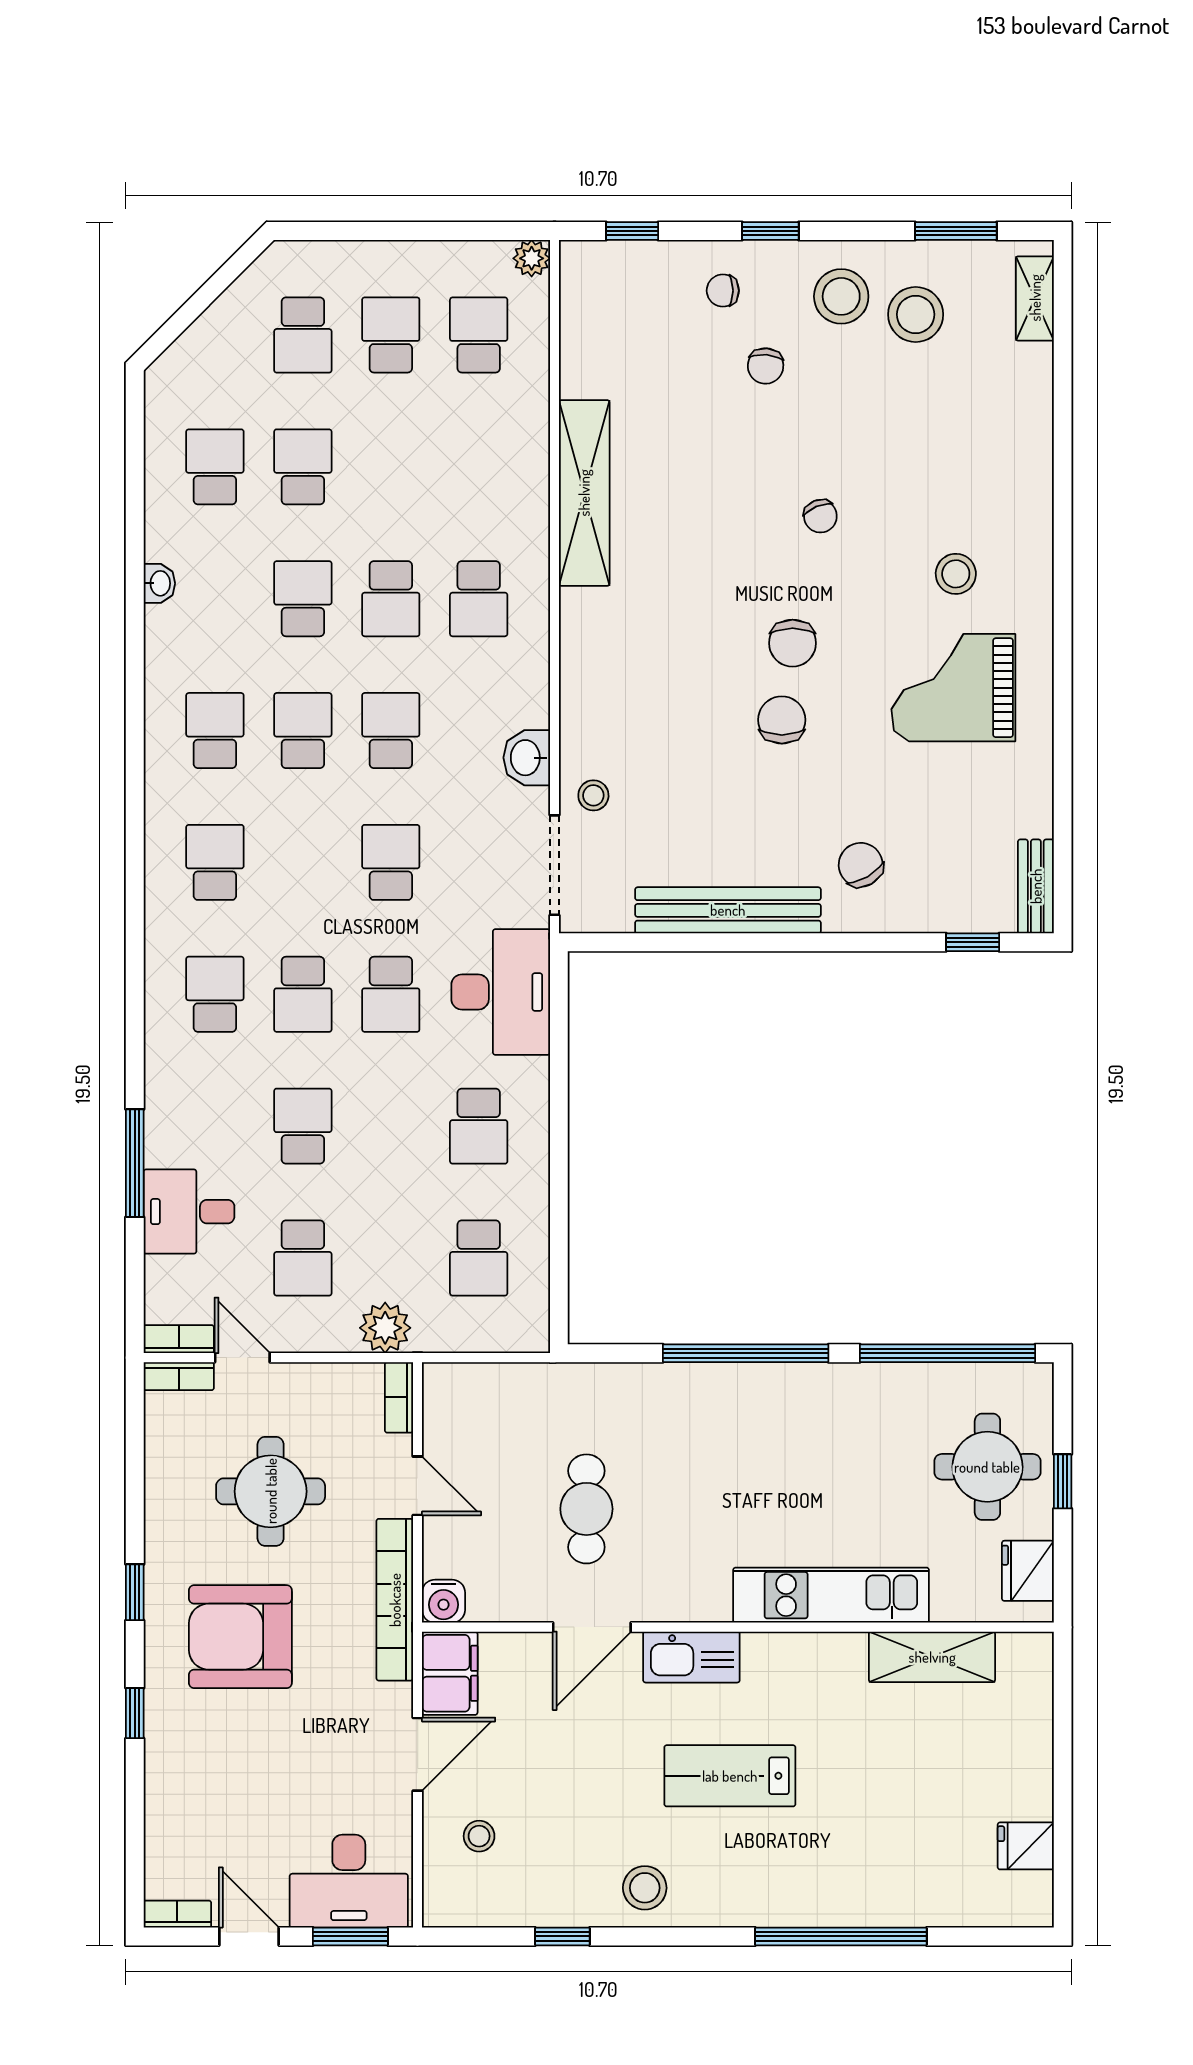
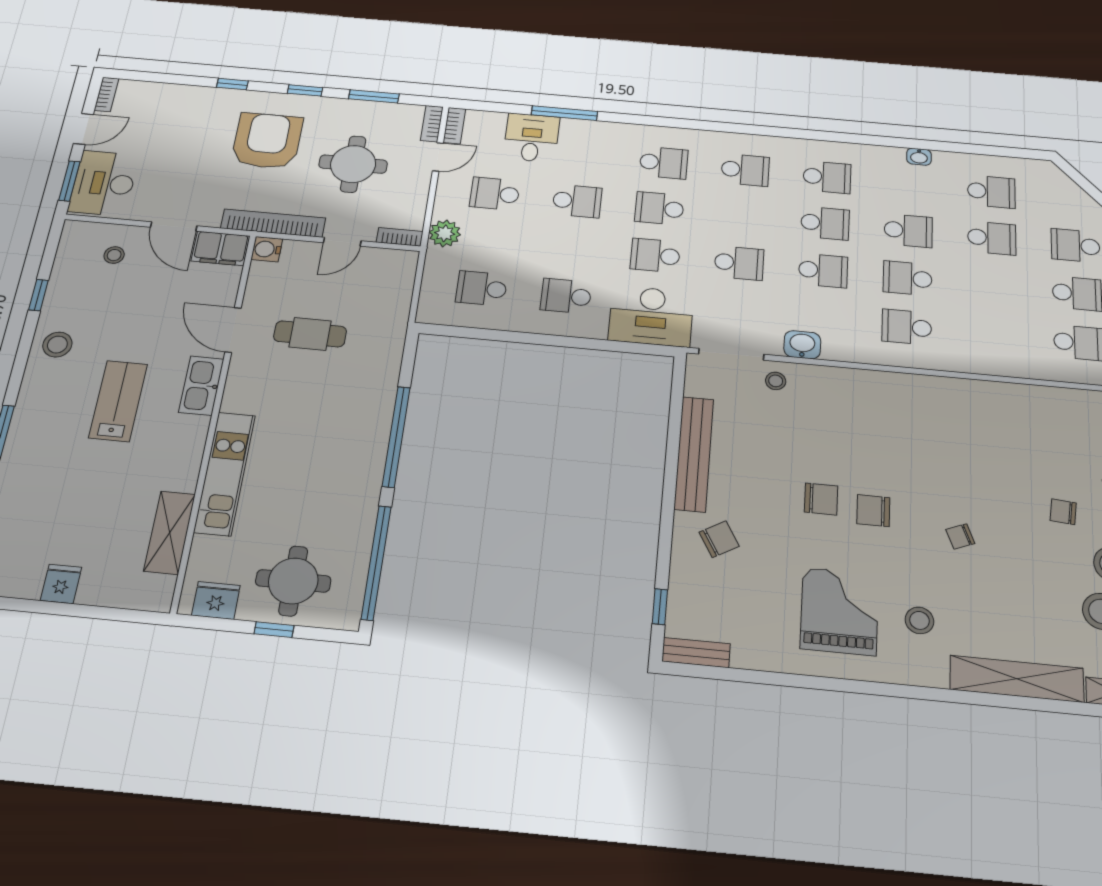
shelving: (584, 493) -> (1017, 679), moved
window: (135, 1478) -> (374, 96), added
fridge: (1026, 1846) -> (61, 584), moved

